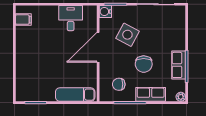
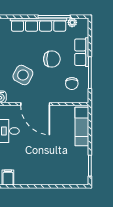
row of seats: (179, 65) -> (39, 25), width x2.02
plant: (181, 97) -> (72, 22), moved

